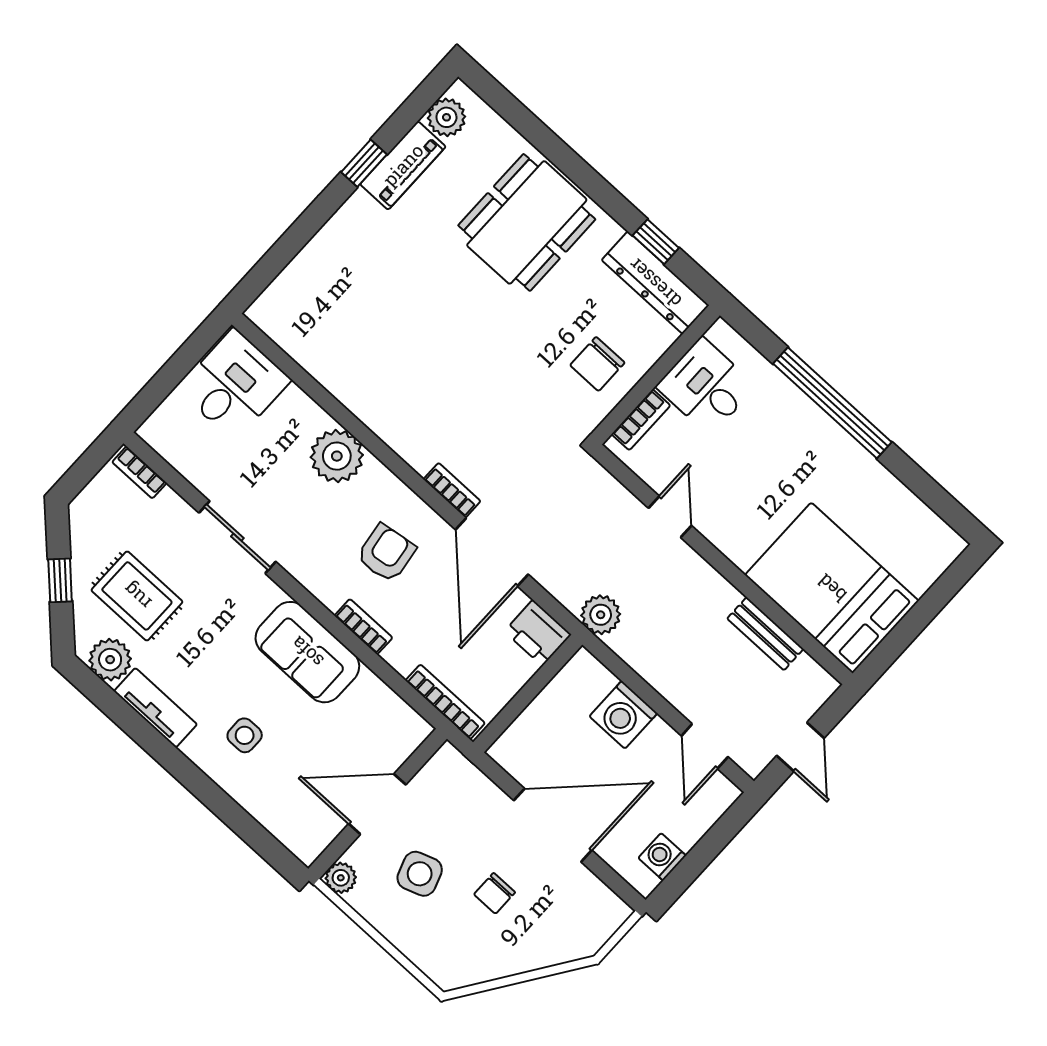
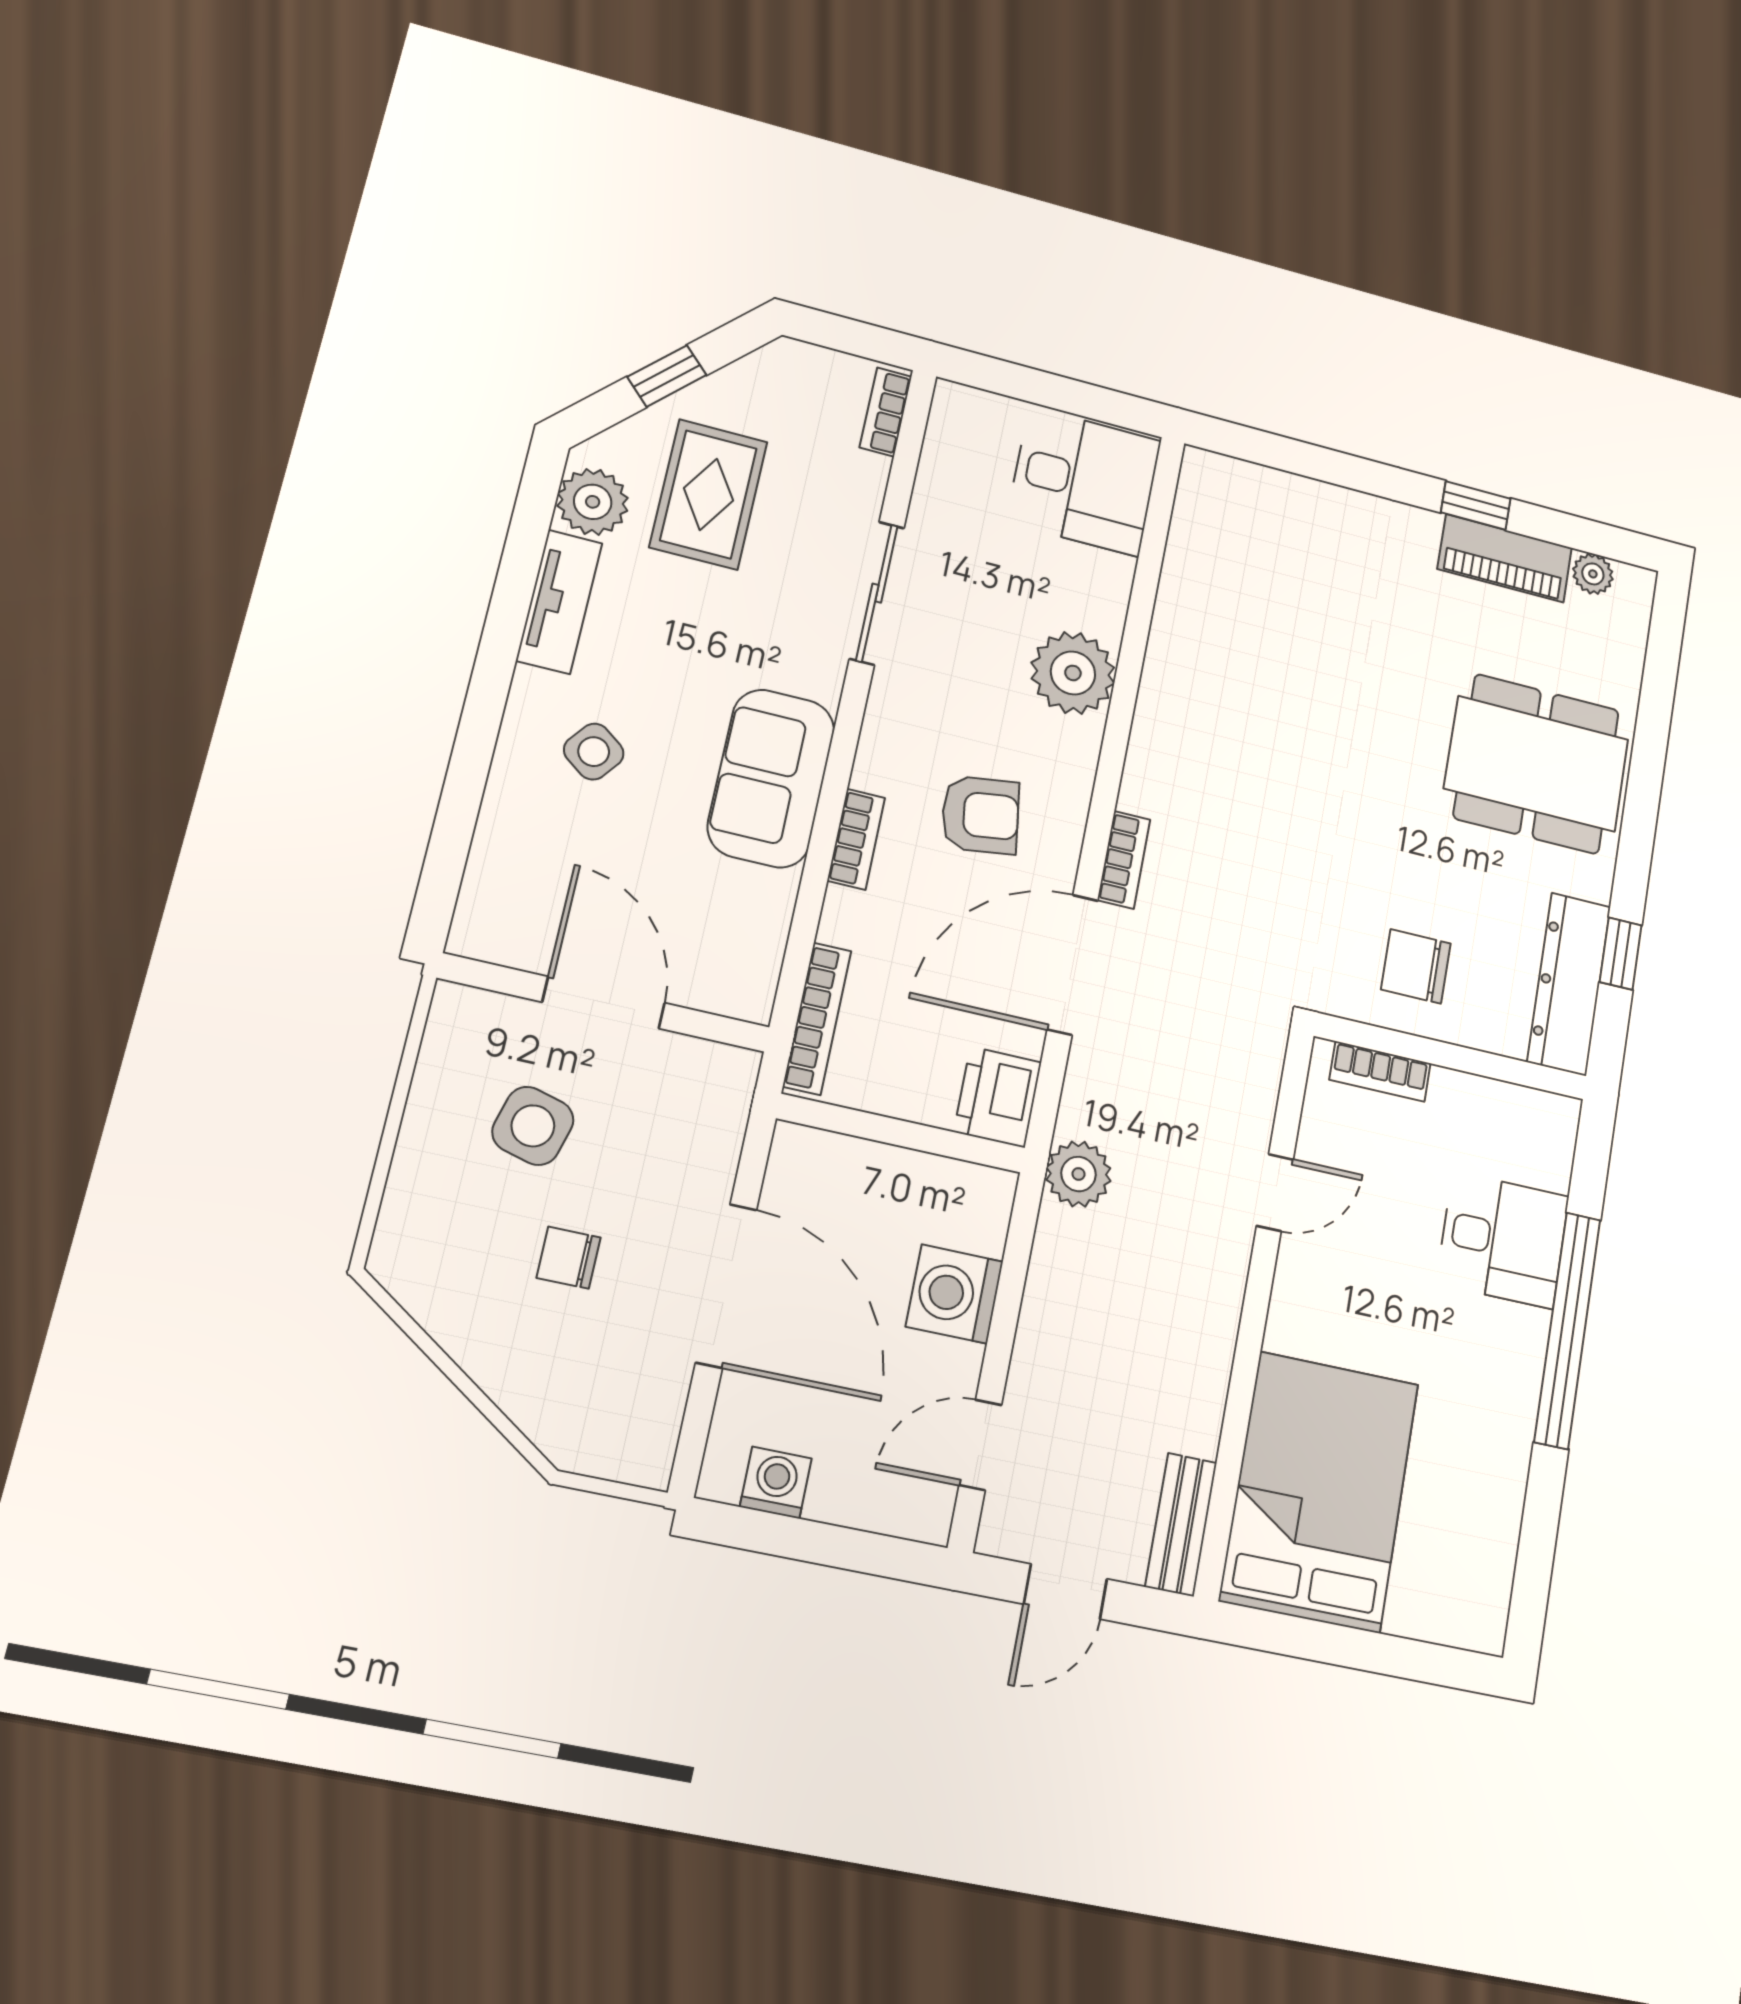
plant: (446, 117) -> (1593, 574), width x0.73, depth x0.73
desk: (706, 386) -> (1503, 1240), moved, turned 90
bench: (765, 634) -> (1181, 1525), moved
side table: (245, 735) -> (594, 752), turned 37
side table: (420, 874) -> (533, 1126), turned 34
plant: (341, 878) -> (457, 1010), removed

